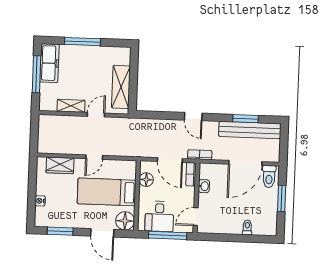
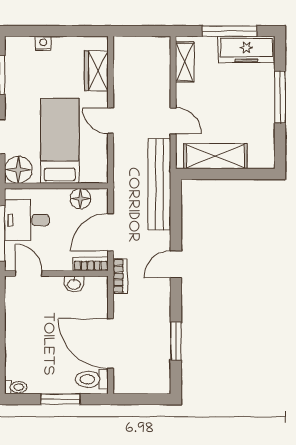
shelving: (71, 106) -> (185, 62), moved
bench: (250, 130) -> (159, 184), moved
toilet: (247, 227) -> (16, 387), moved

